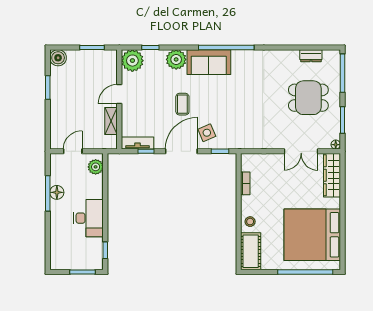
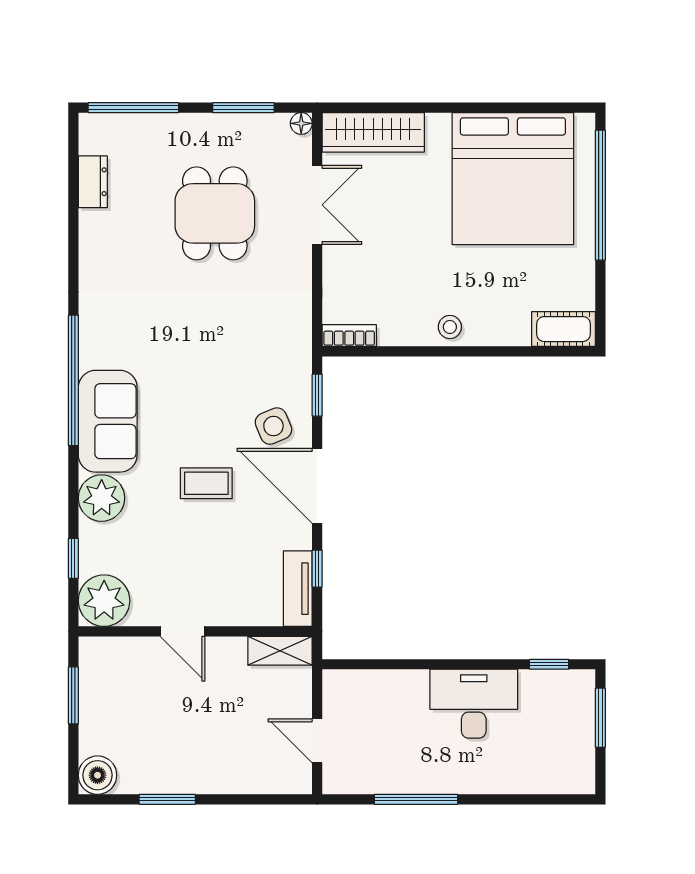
dining table: (308, 98) -> (215, 213), moved
shelving: (111, 121) -> (280, 651), moved
plant: (96, 167) -> (354, 687), removed
bookcase: (245, 183) -> (349, 336), moved
floor lamp: (57, 192) -> (413, 778), removed
stool: (250, 222) -> (450, 327), moved
cot: (251, 251) -> (563, 329), width x0.73, depth x0.75

